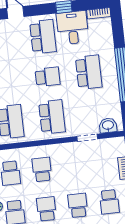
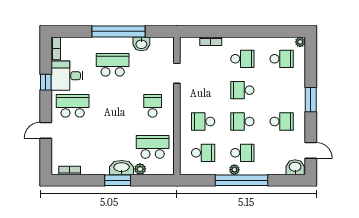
school desk: (47, 77) -> (113, 106), removed
school desk: (52, 117) -> (153, 106), width x0.54
washbasin: (108, 125) -> (141, 44), moved, turned -90

